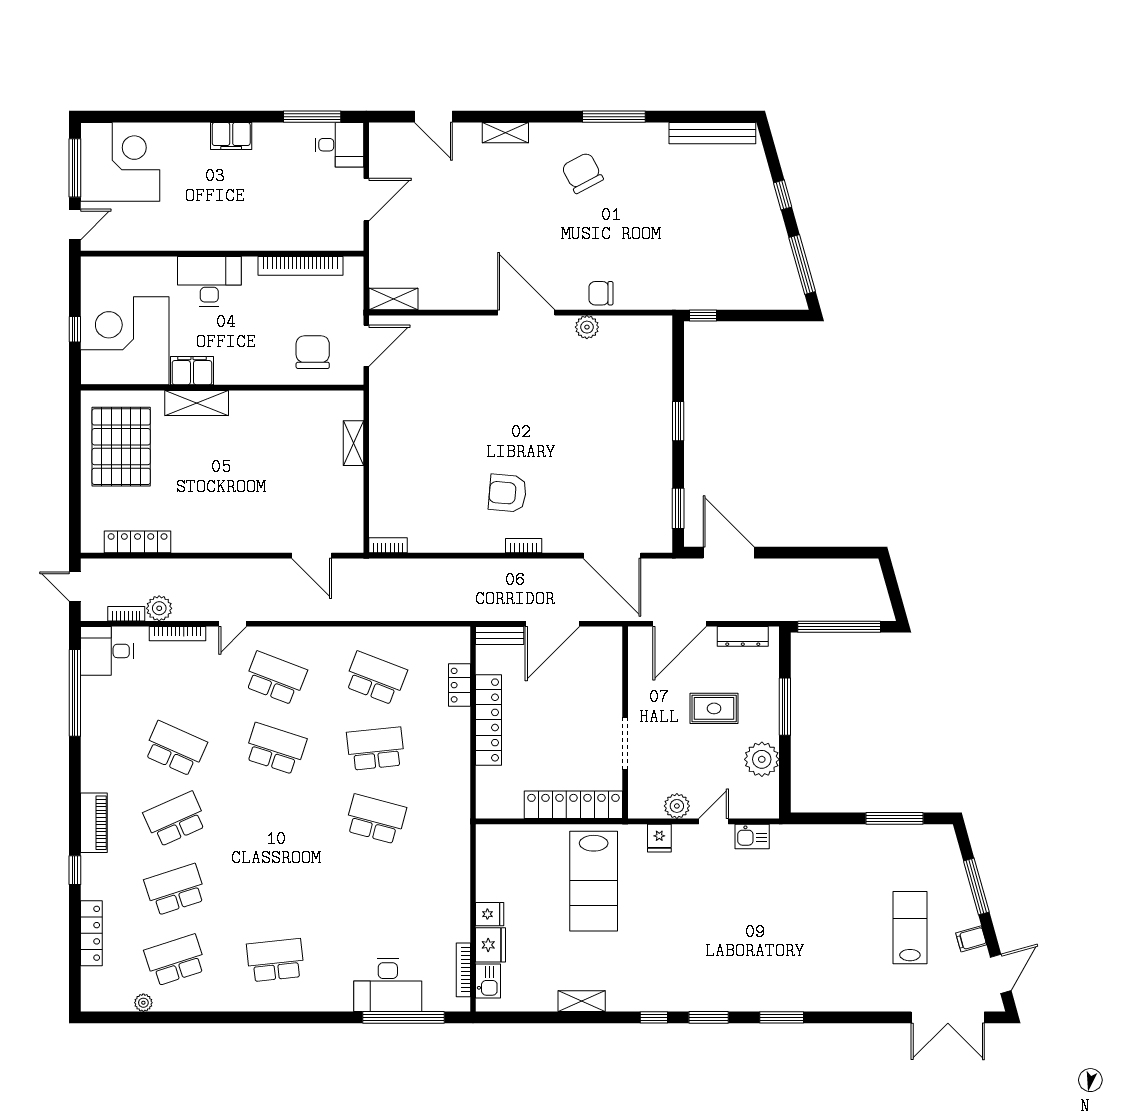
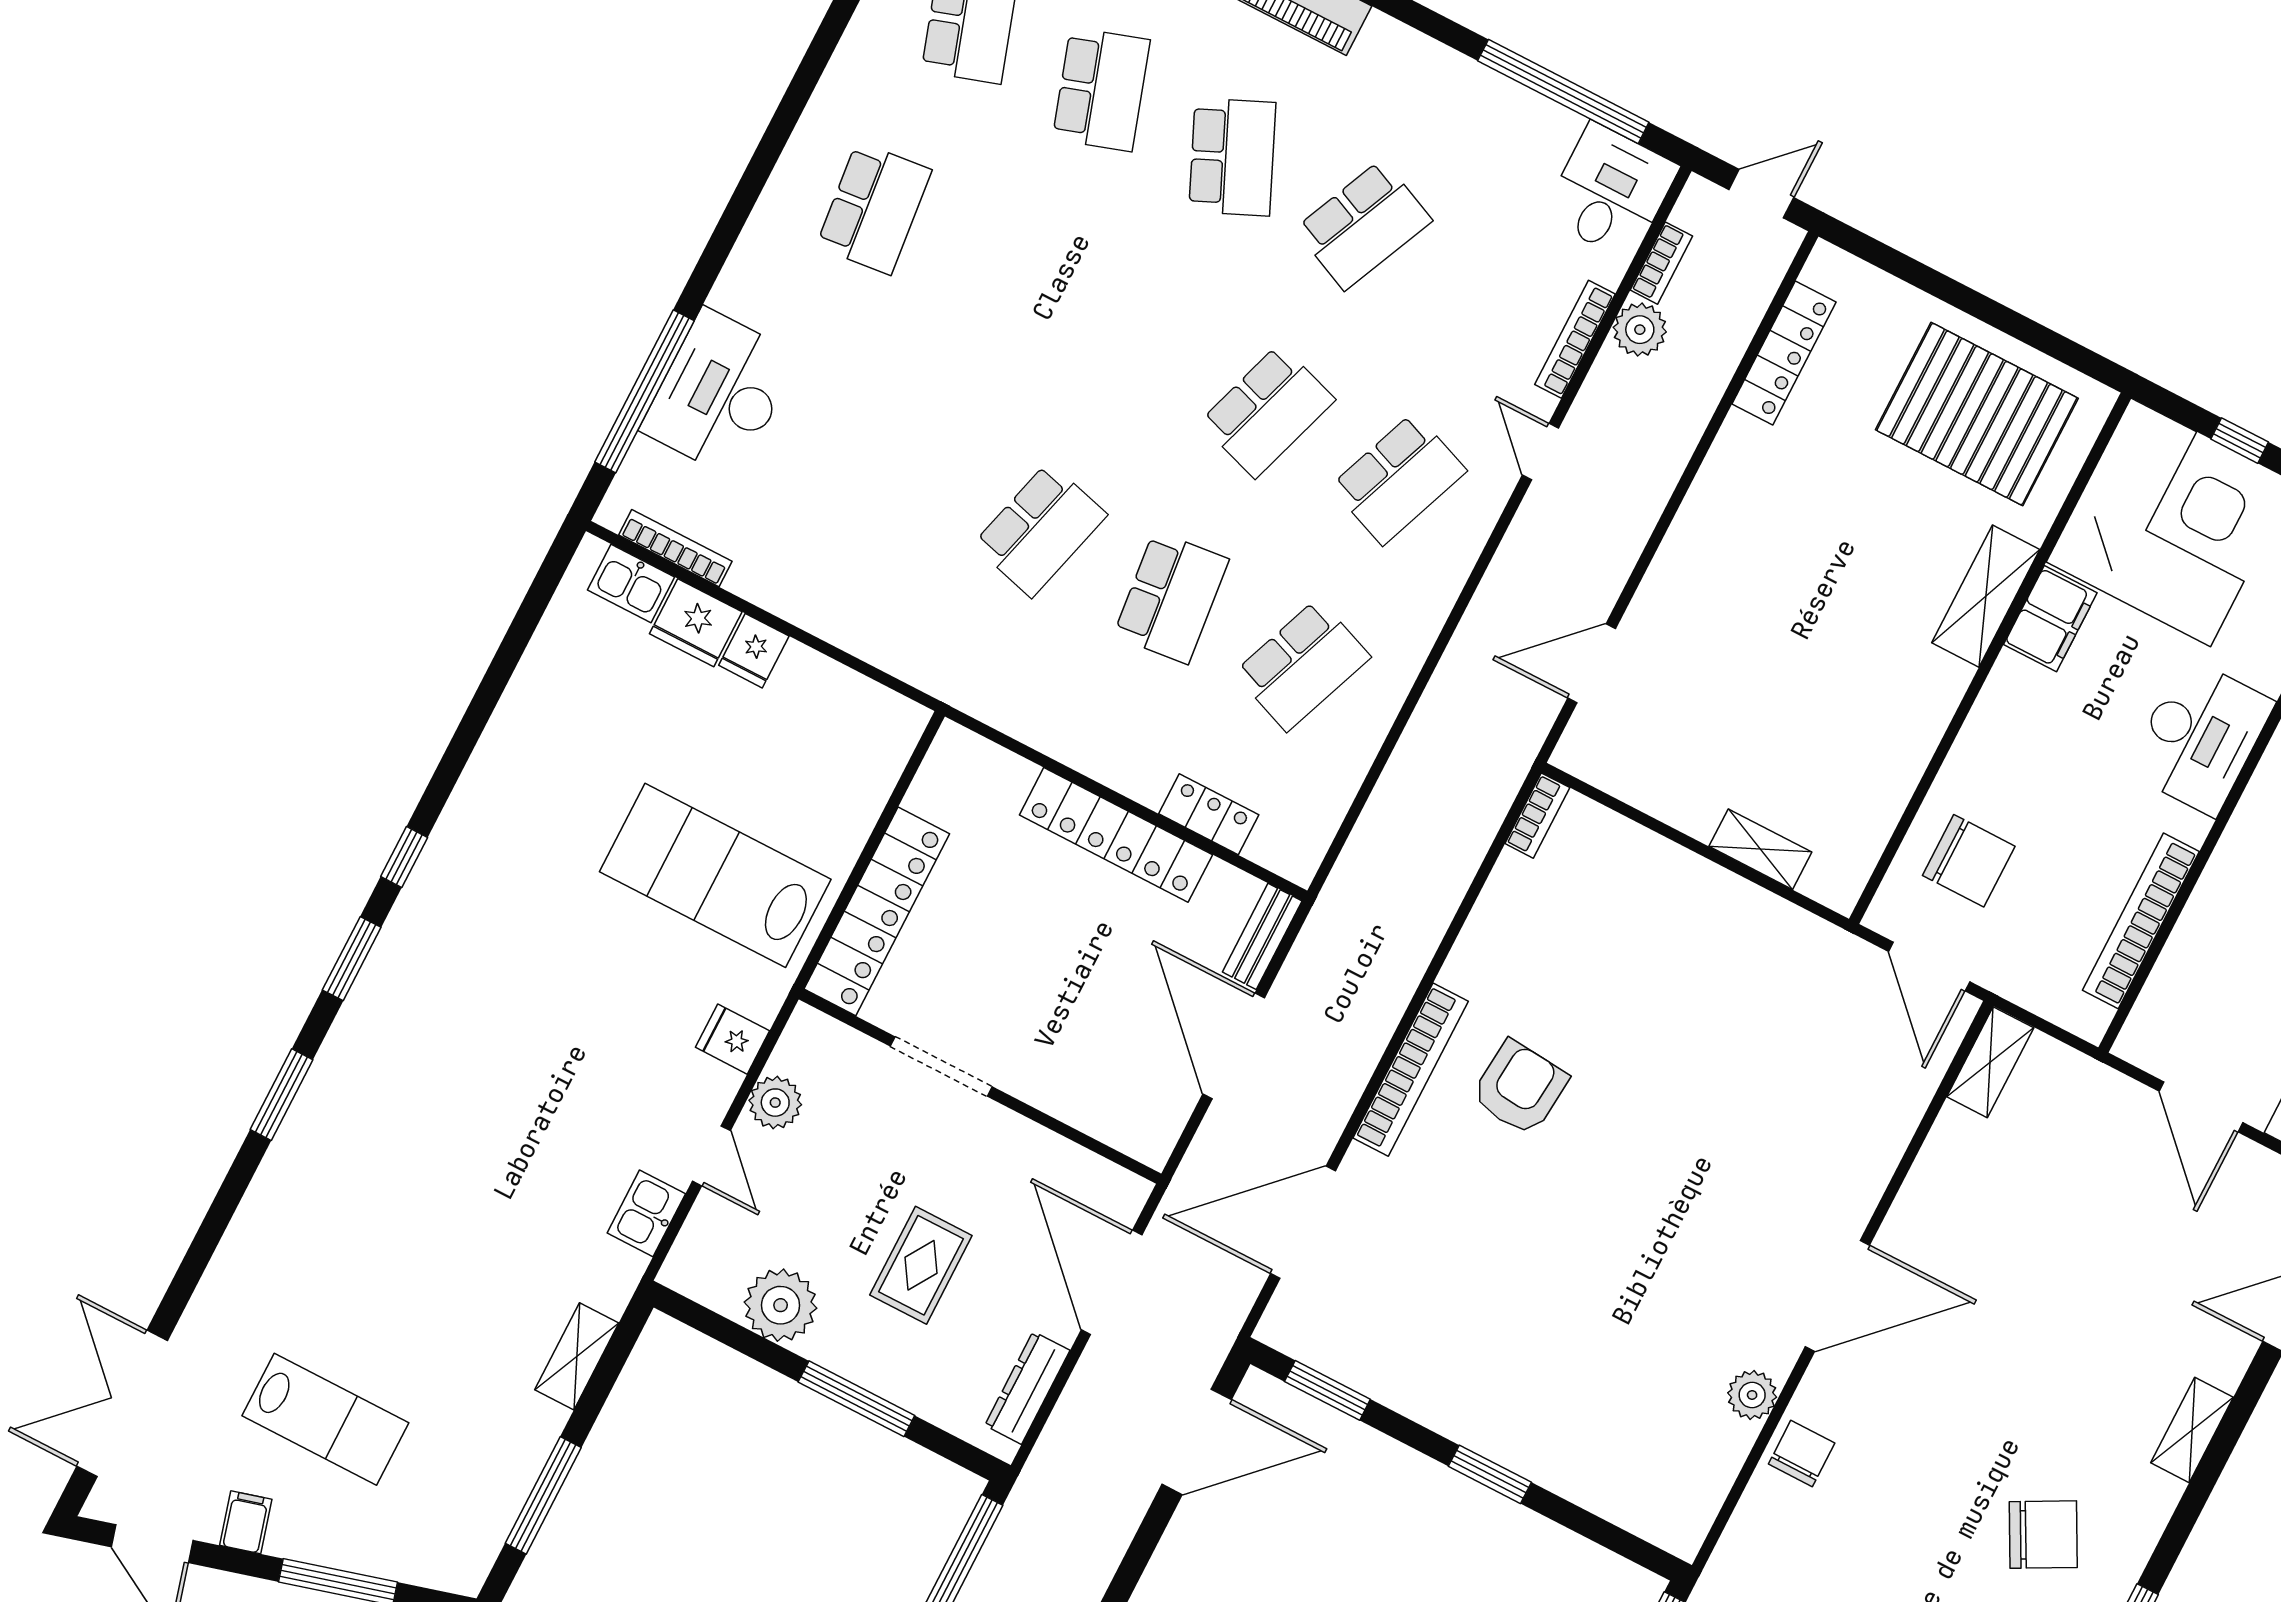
bookcase: (524, 546) -> (1411, 1070), width x2.31, depth x1.31
shelving: (582, 1001) -> (577, 1356), moved

